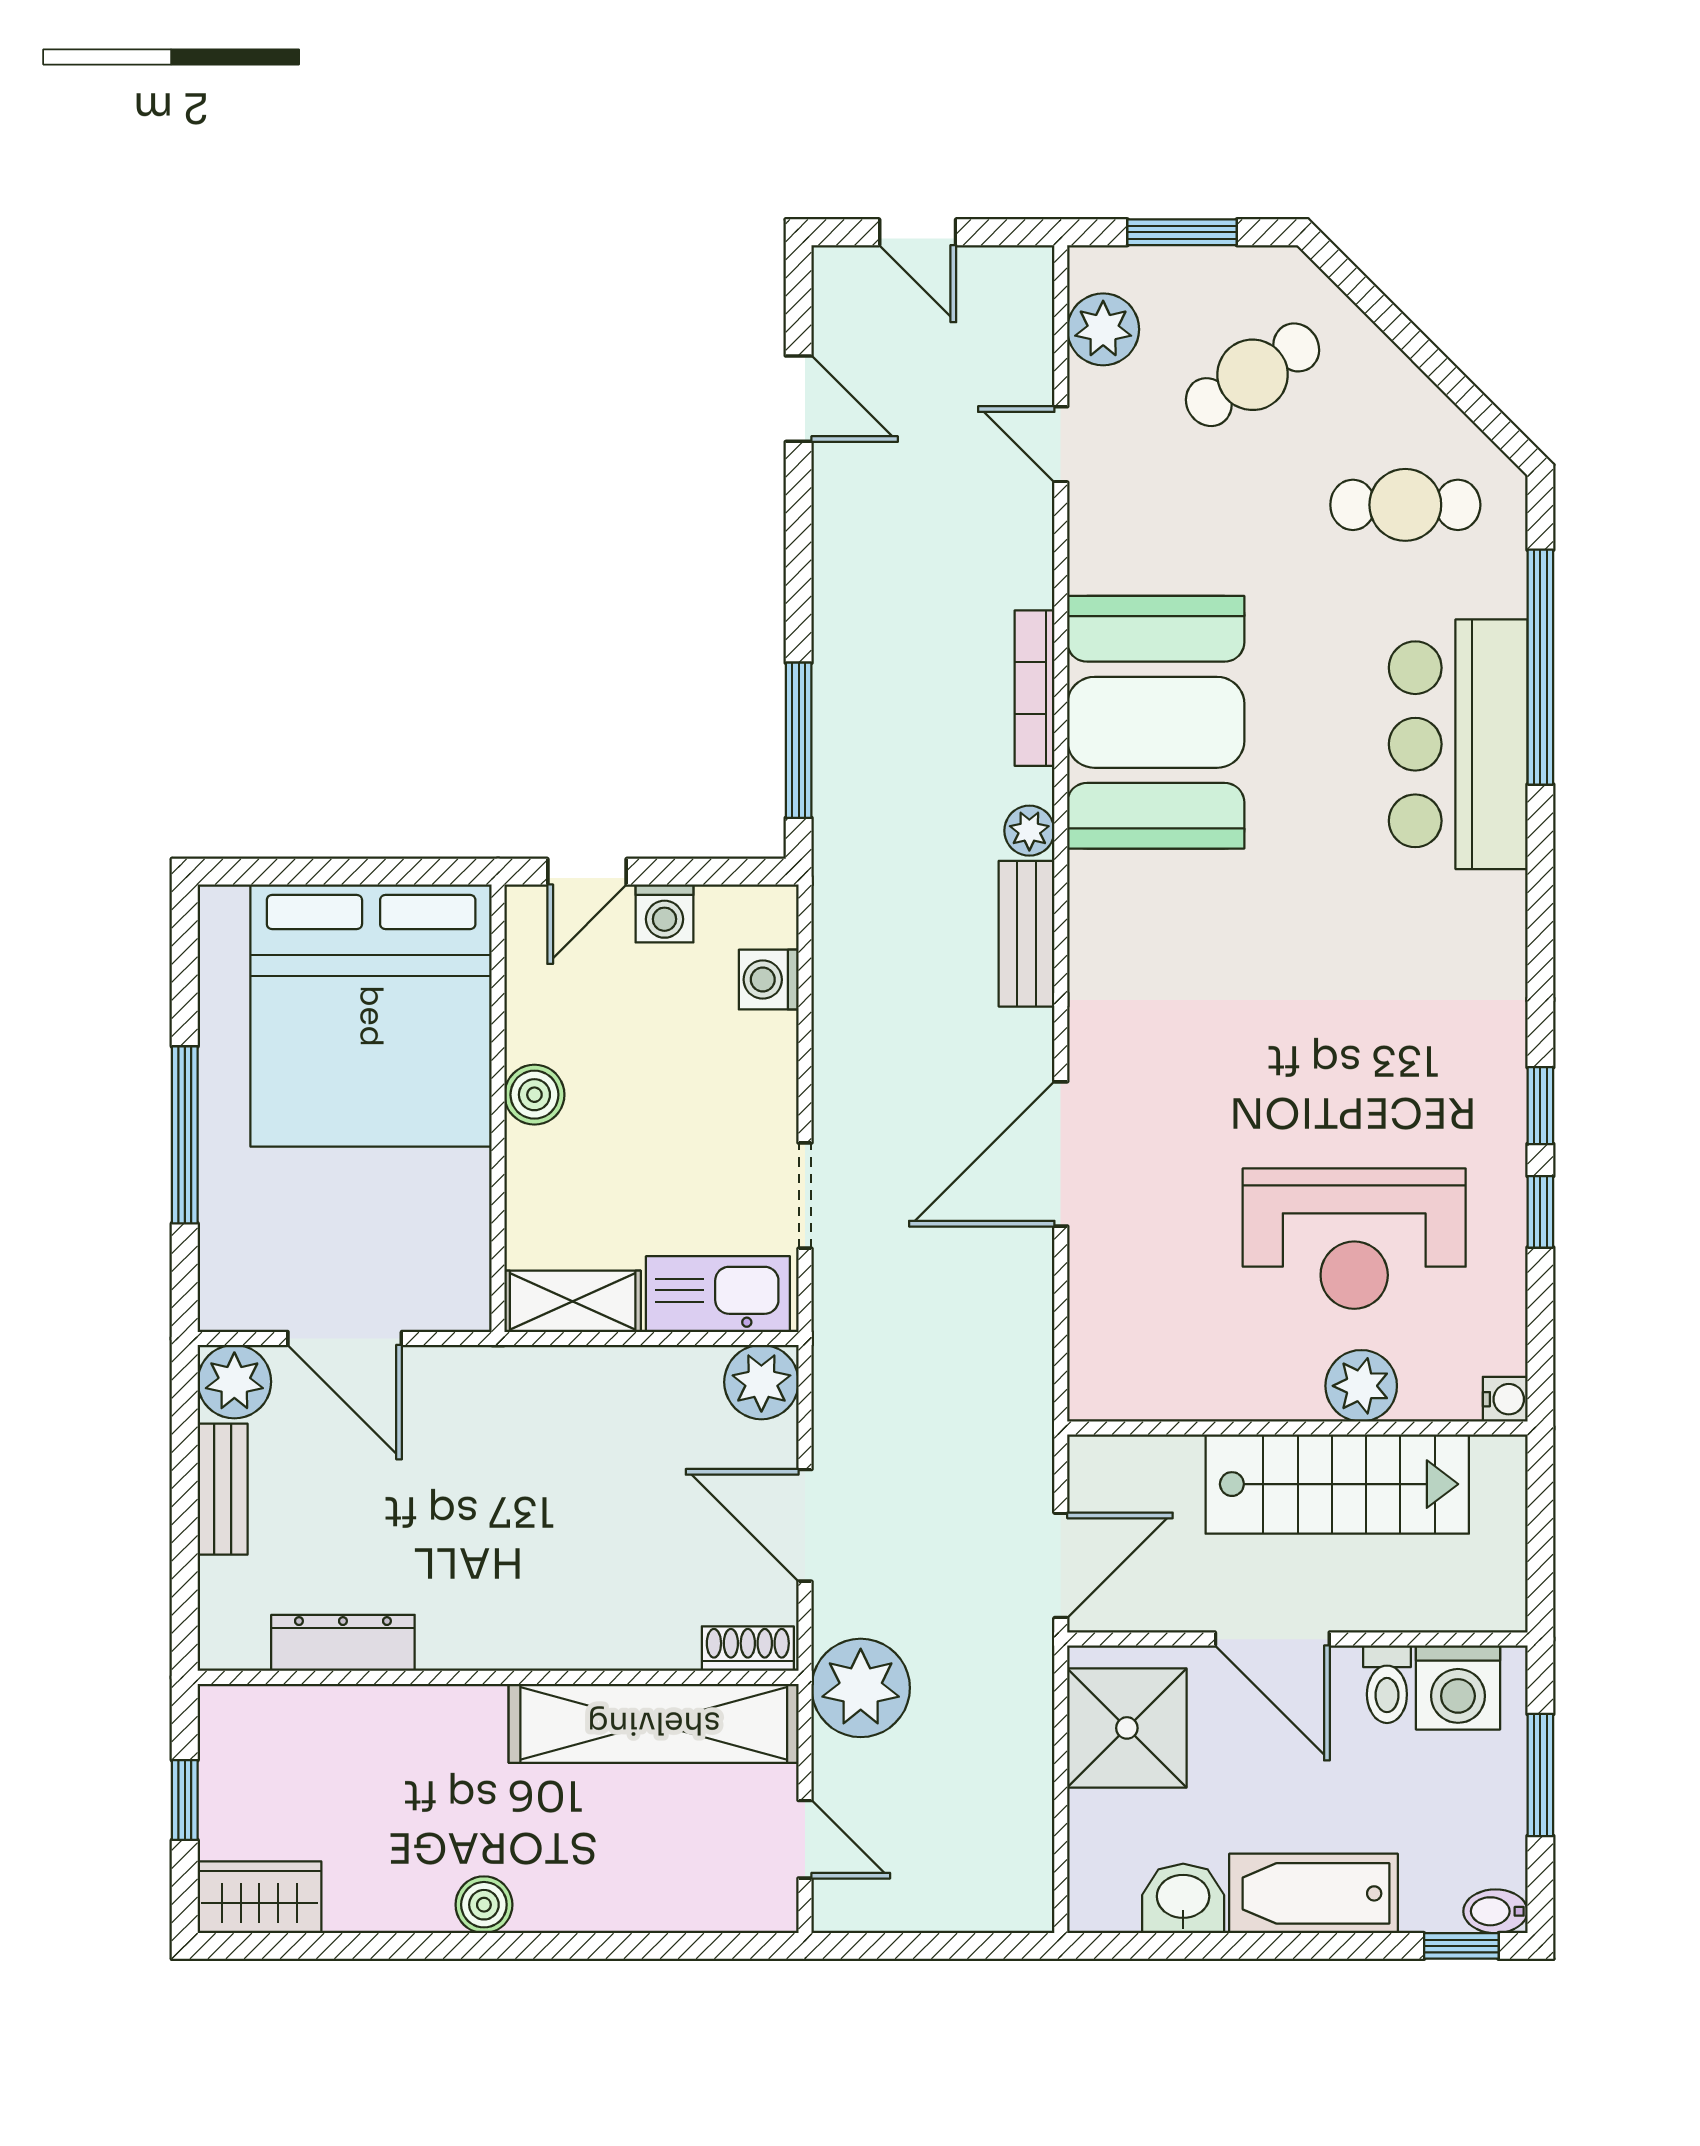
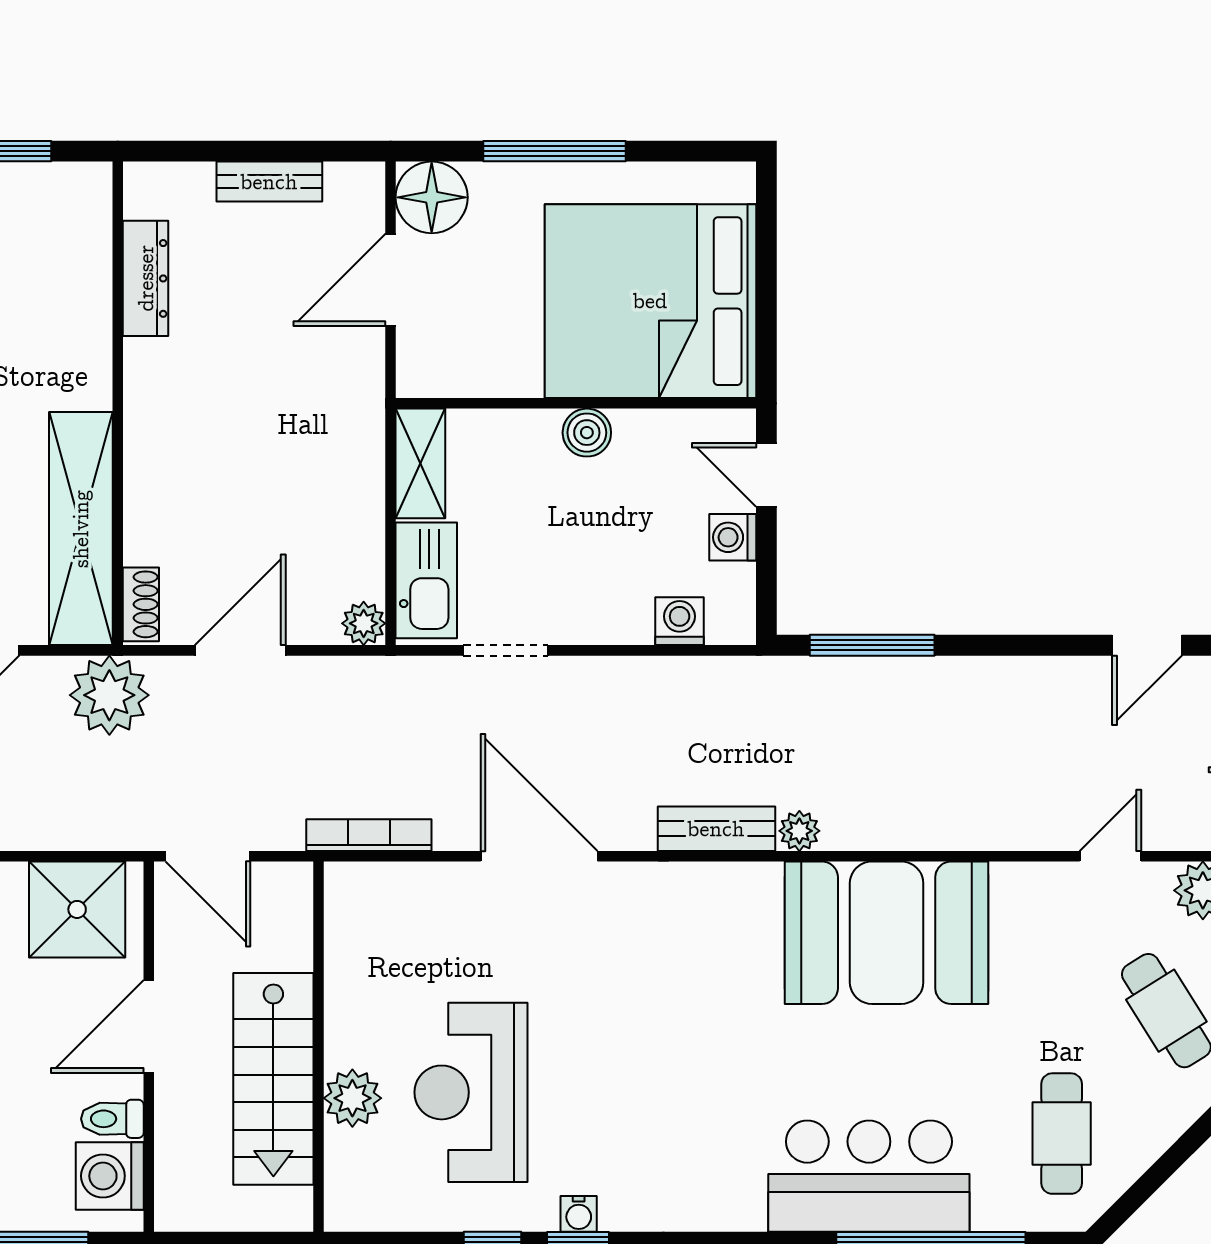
bookcase: (1034, 688) -> (369, 835), moved
floor lamp: (242, 1287) -> (432, 197), added
plant: (234, 1382) -> (356, 191), removed
plant: (761, 1382) -> (364, 623), width x0.73, depth x0.73
water cooler: (1505, 1399) -> (579, 1214), moved

